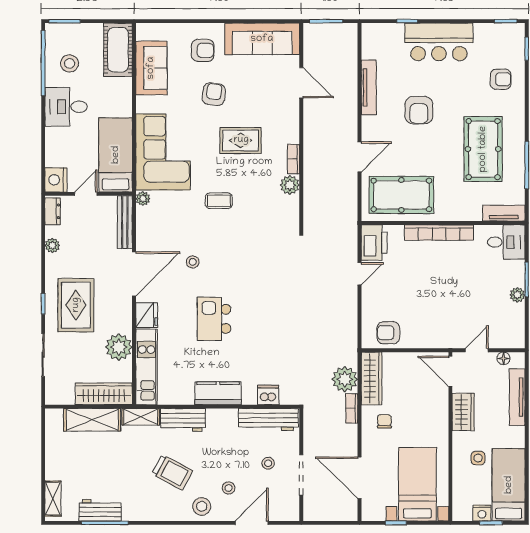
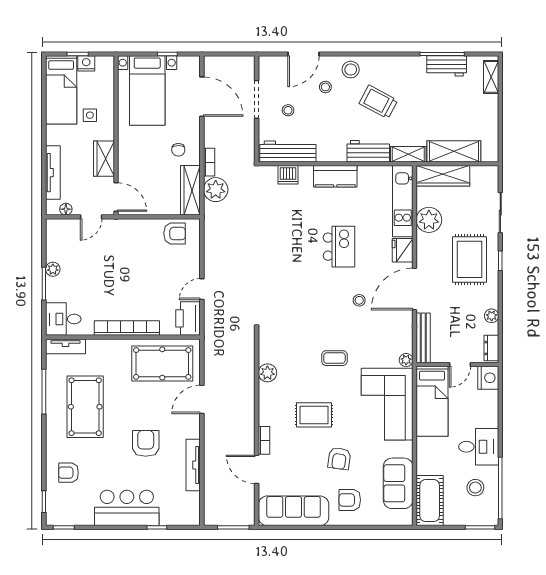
bookcase: (294, 159) -> (264, 440), moved

